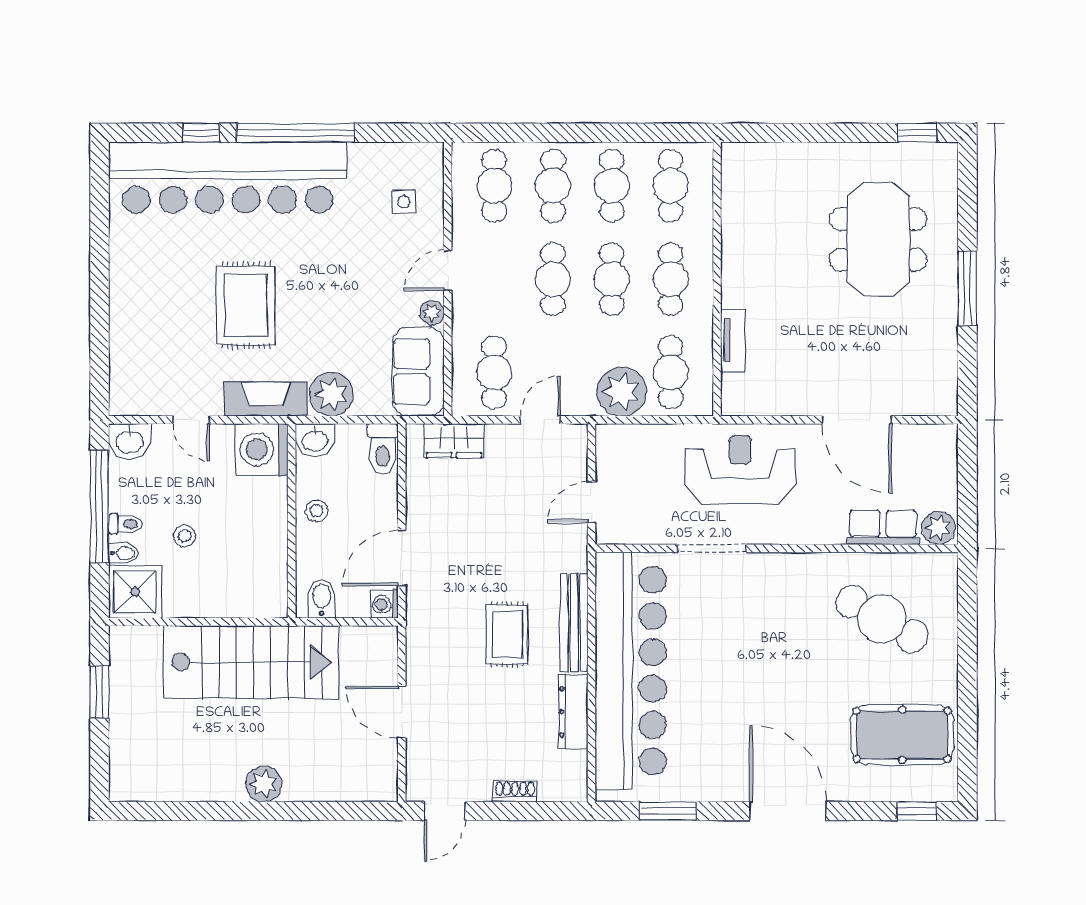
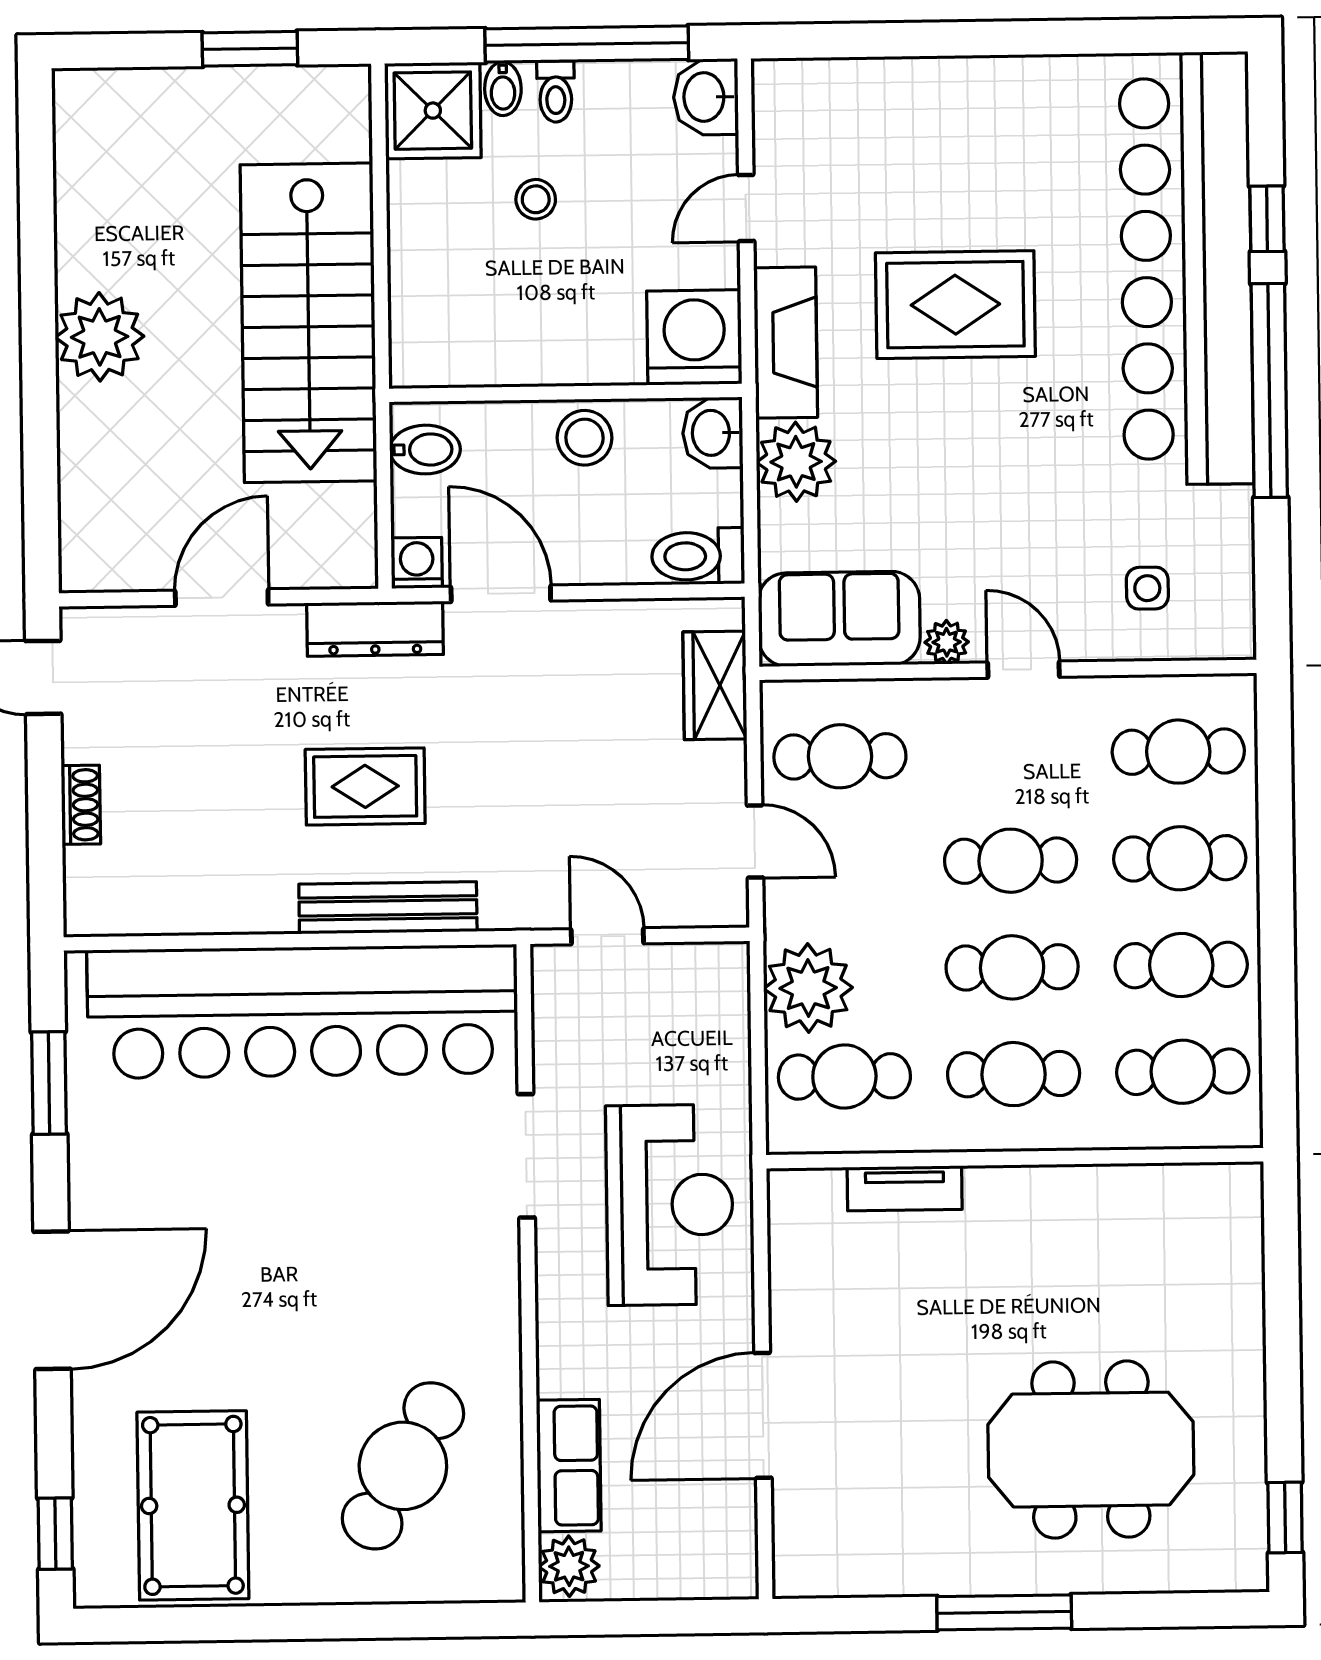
stool: (317, 511) -> (584, 438), width x1.37, depth x1.37
dresser: (573, 712) -> (375, 629), moved, turned 180
plant: (264, 784) -> (100, 337), width x1.36, depth x1.36

